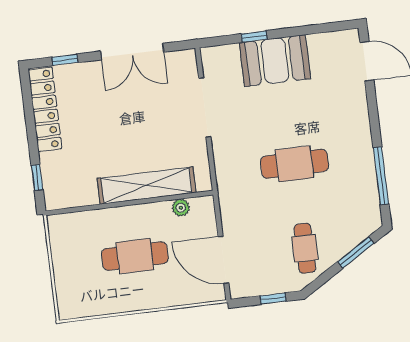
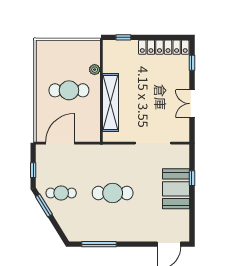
double door: (132, 52) -> (192, 104), width x0.73
cafe table: (294, 164) -> (113, 193), turned 90
plant: (181, 208) -> (95, 70), moved
window: (356, 253) -> (44, 205), moved
cafe table: (135, 256) -> (69, 90), turned 90

